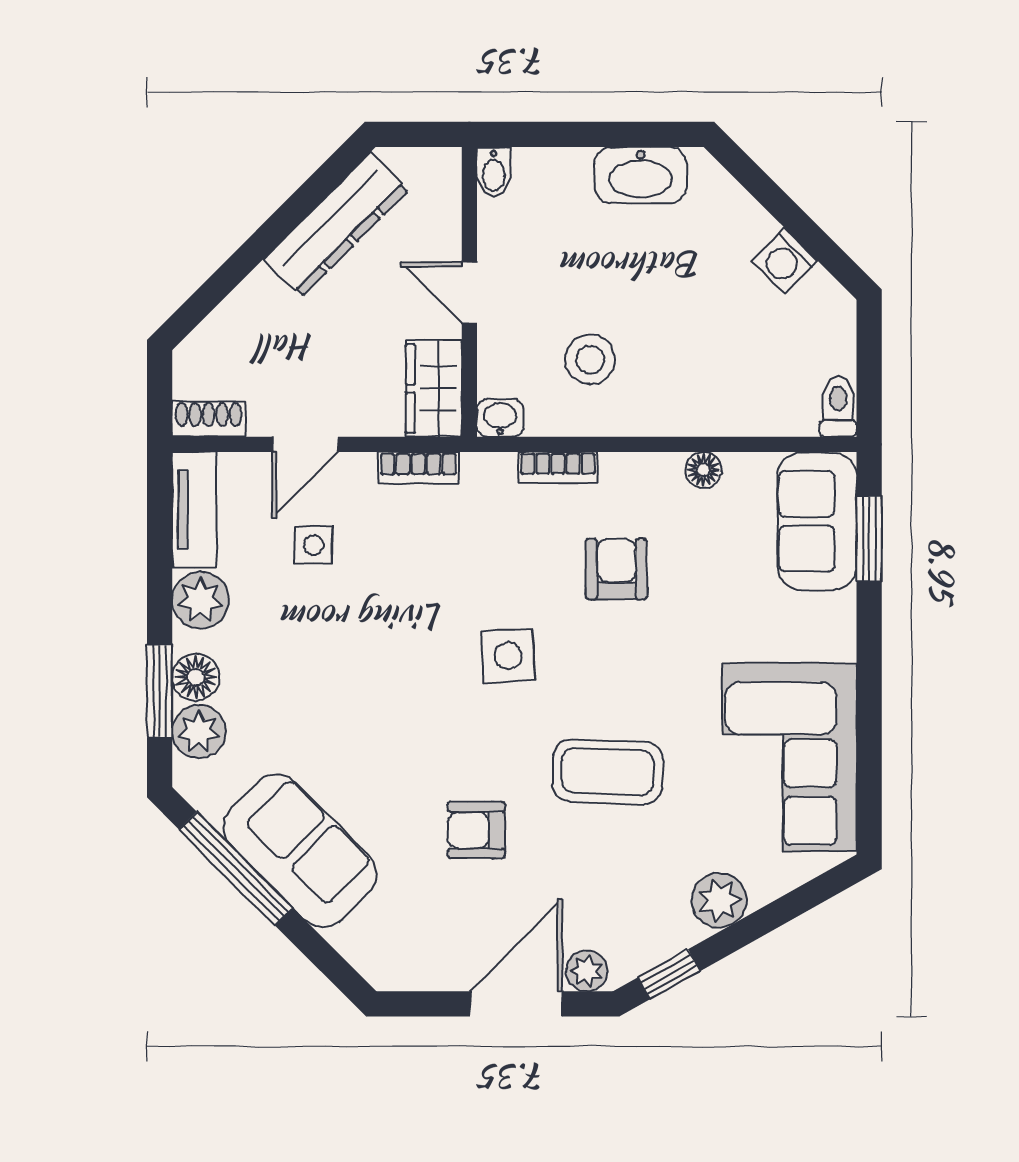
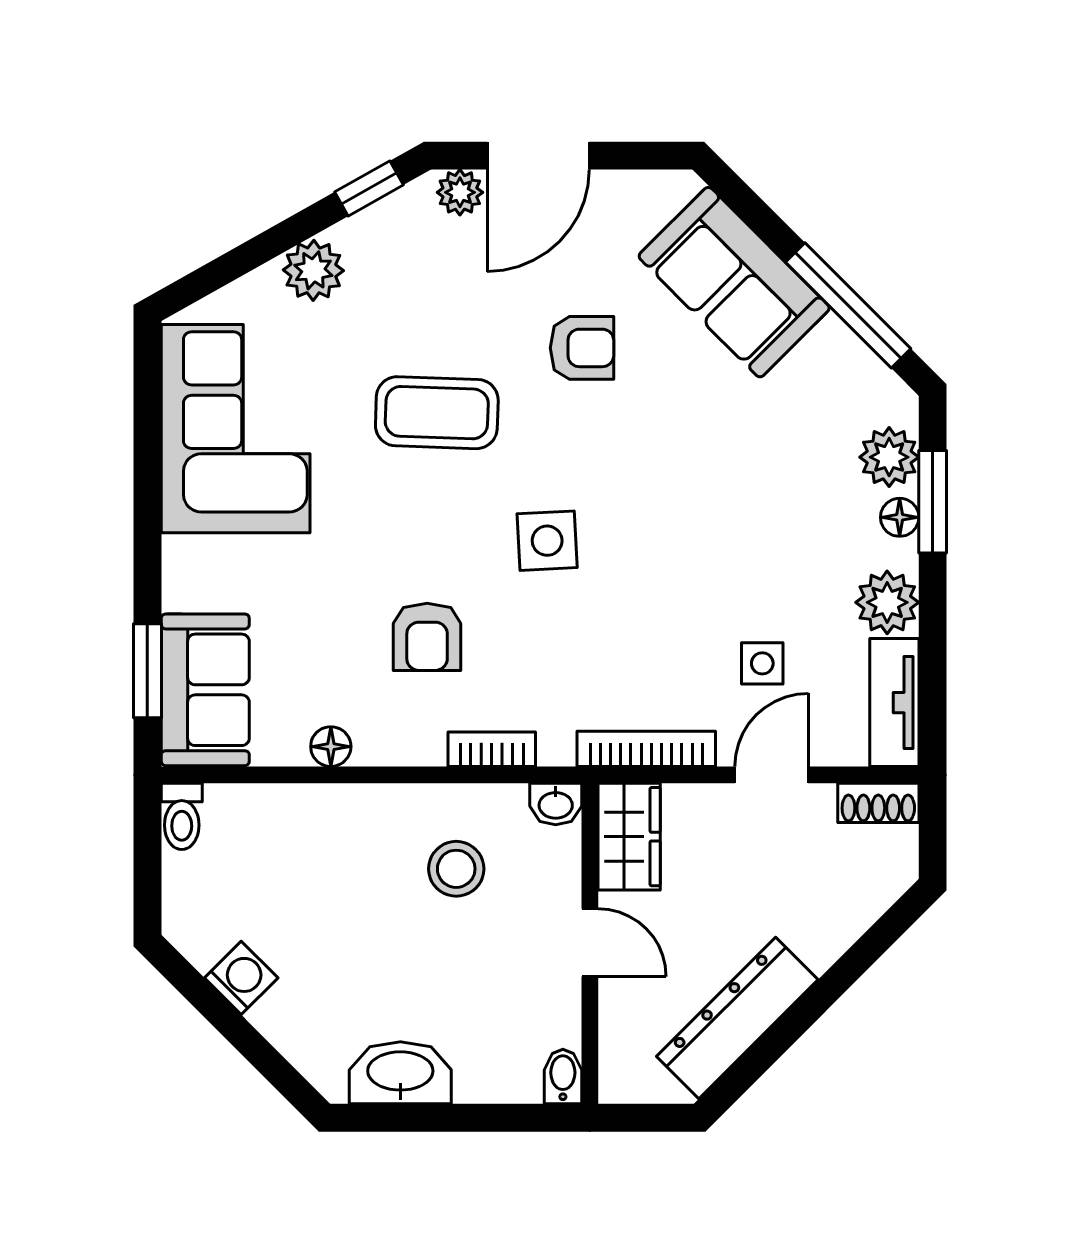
bookcase: (418, 468) -> (646, 749), width x1.56
floor lamp: (196, 677) -> (900, 517), width x0.73, depth x0.73
sofa: (300, 851) -> (734, 282), moved

